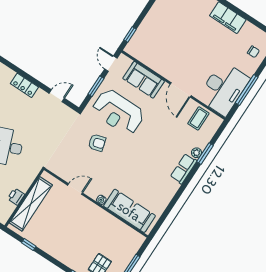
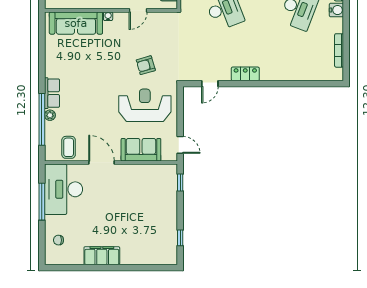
window: (96, 86) -> (180, 116), removed
window: (205, 154) -> (42, 119), width x2.11

